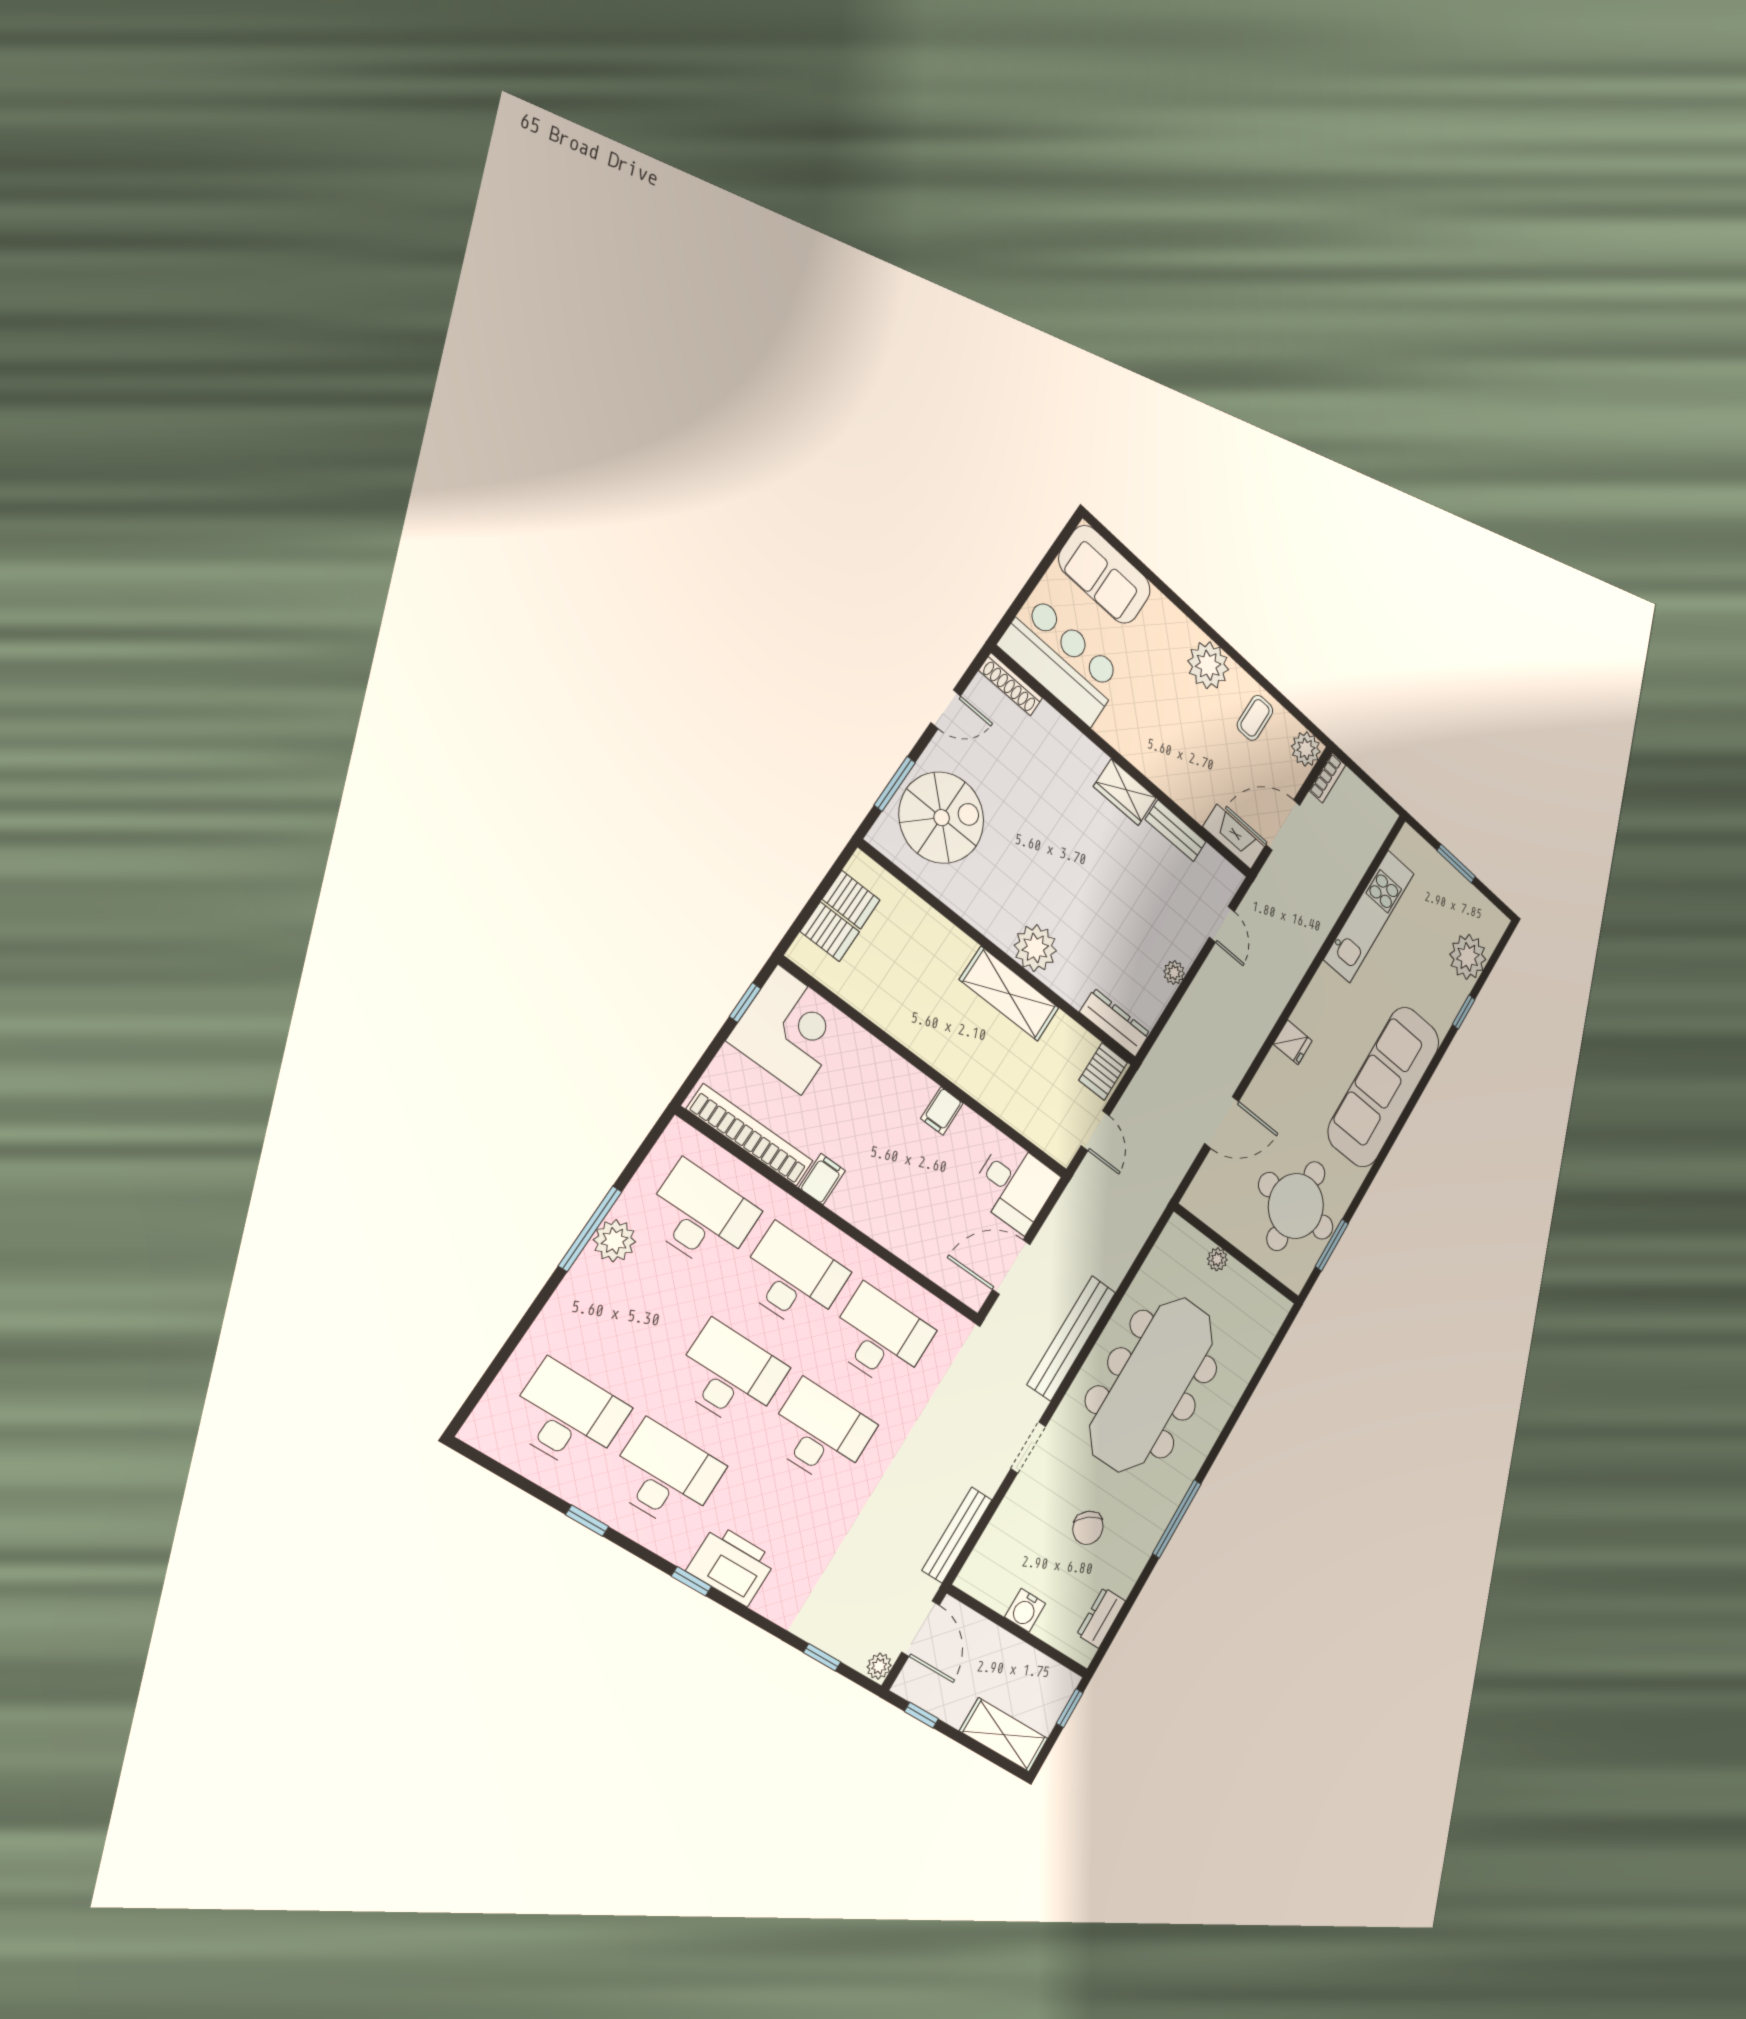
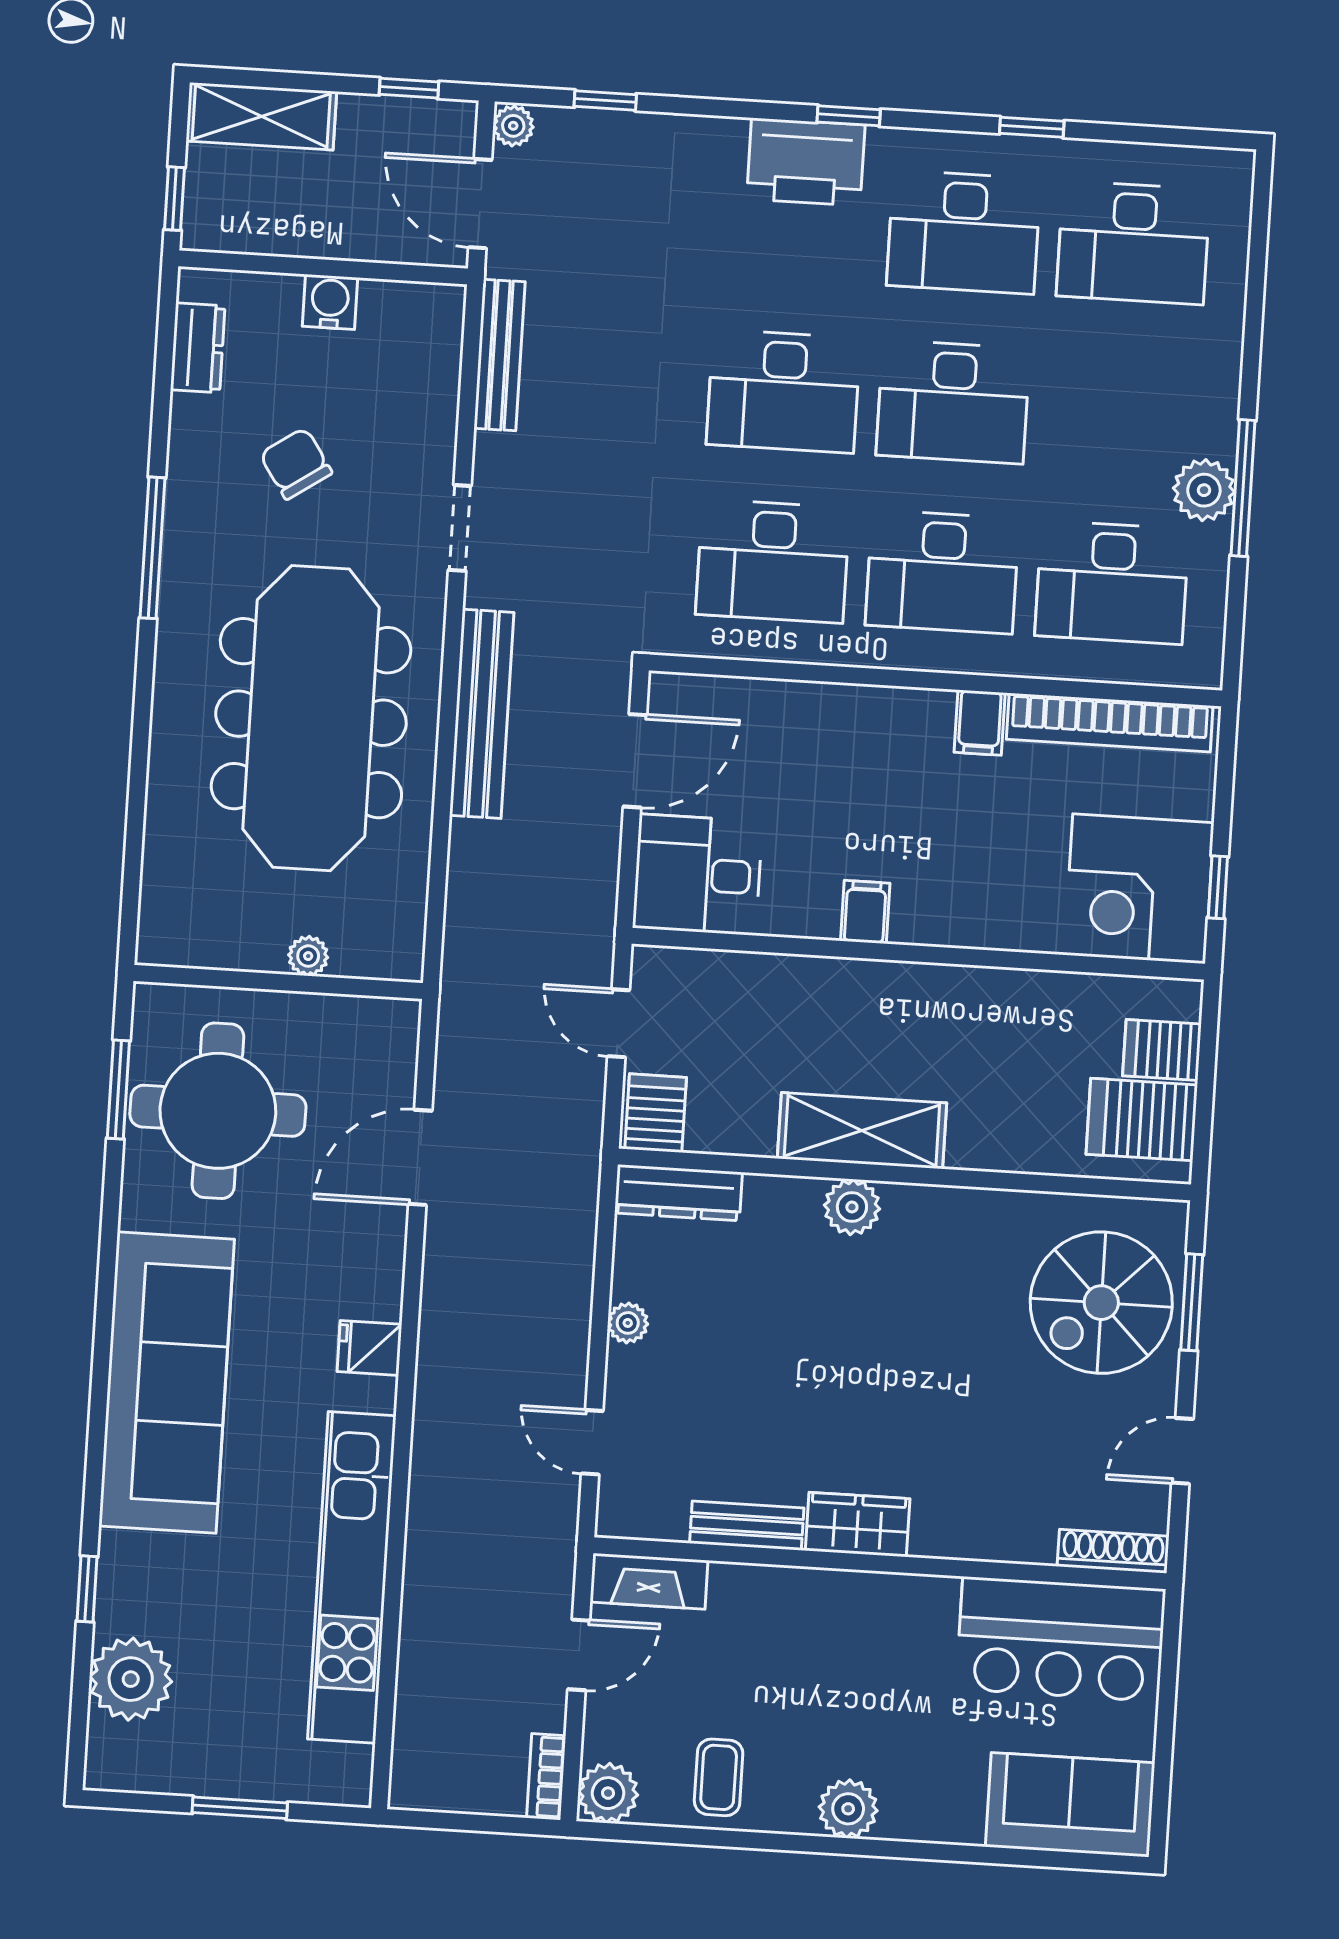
plant: (1208, 665) -> (848, 1809), width x0.73, depth x0.73
door: (1283, 825) -> (579, 1655), width x0.73
server rack: (851, 900) -> (1142, 1120), width x1.36, depth x1.44
kitchen unit: (1369, 916) -> (352, 1577), width x1.36
plant: (1035, 948) -> (852, 1207), width x0.73, depth x0.73

